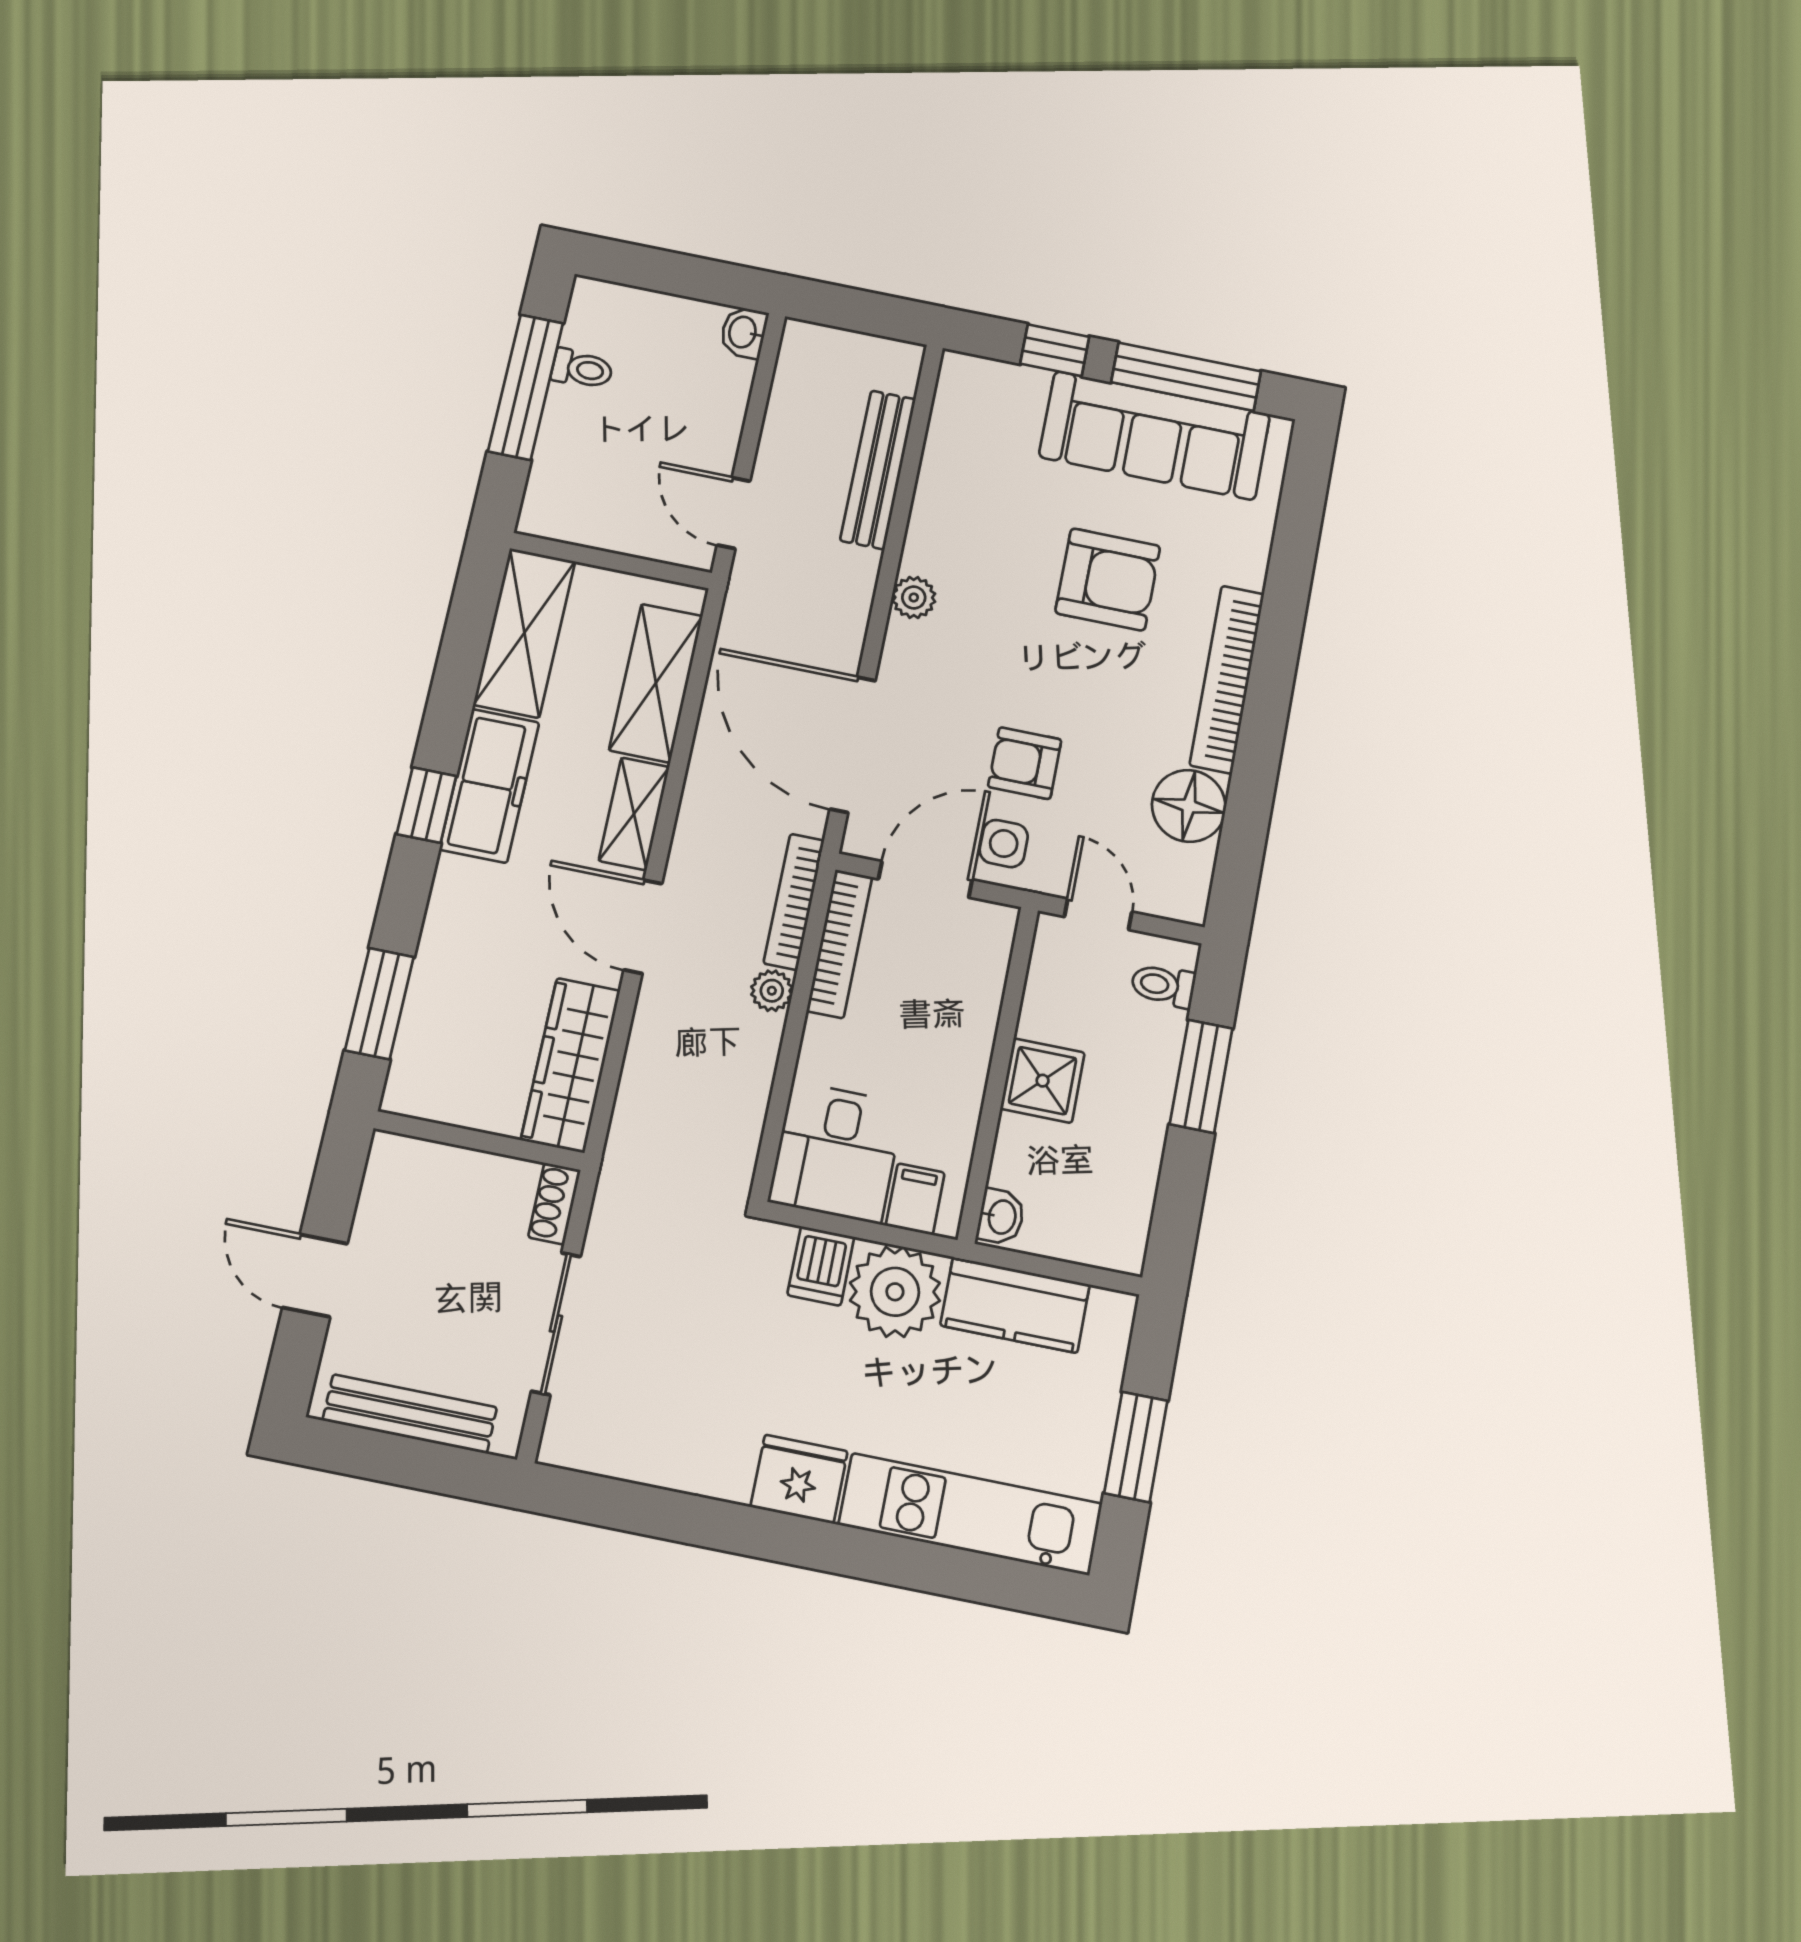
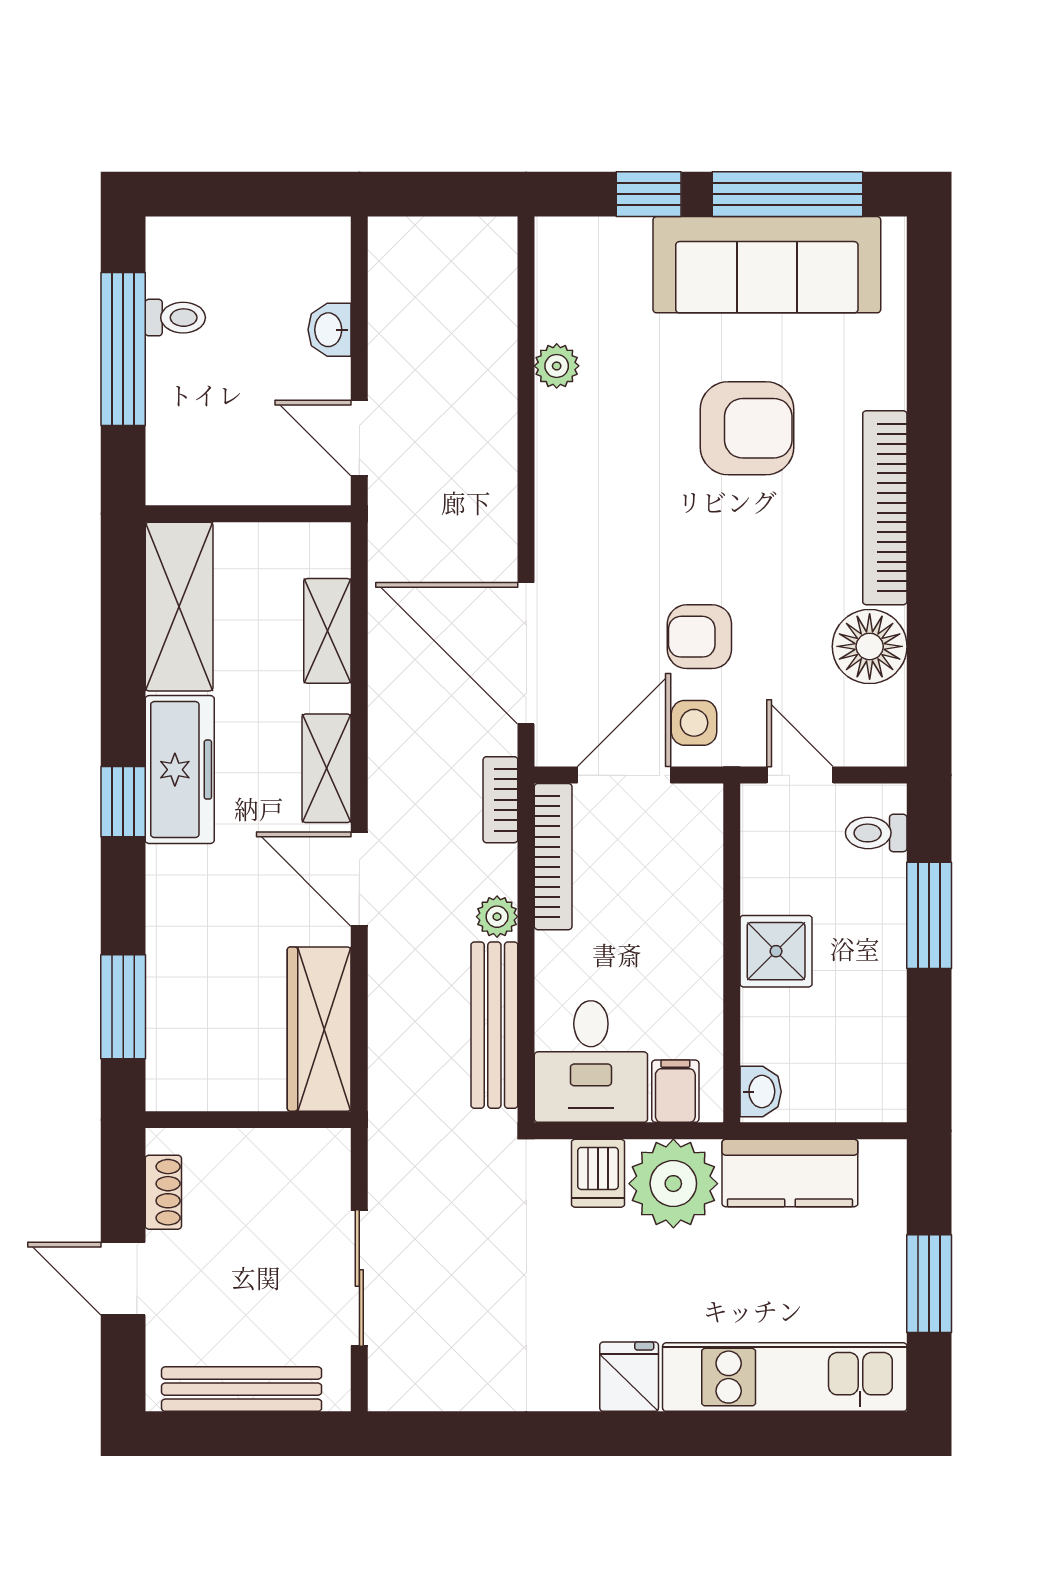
washbasin: (744, 332) -> (329, 330), moved
bench: (878, 470) -> (494, 1025), moved
plant: (914, 597) -> (557, 366), moved
shelving: (656, 683) -> (327, 631), width x0.67, depth x0.75
bookcase: (794, 902) -> (500, 800), width x0.64
shoe rack: (554, 1204) -> (163, 1192), moved, turned 180
fridge: (799, 1479) -> (629, 1377), width x0.72

